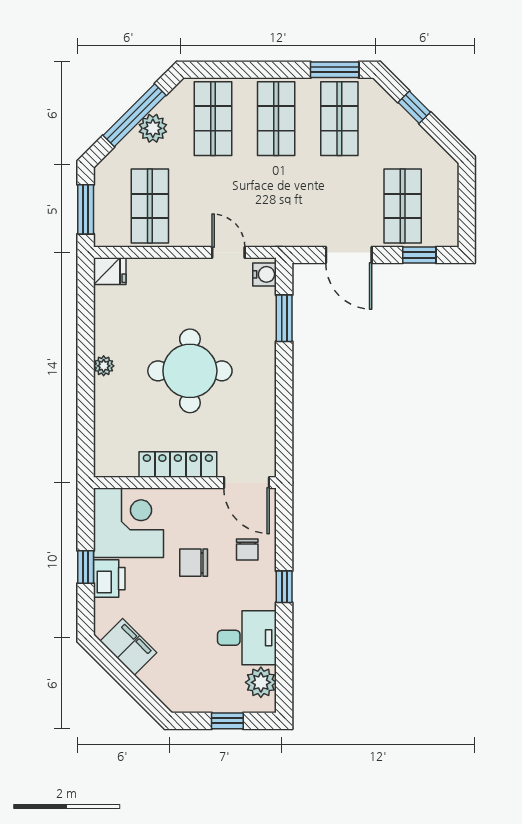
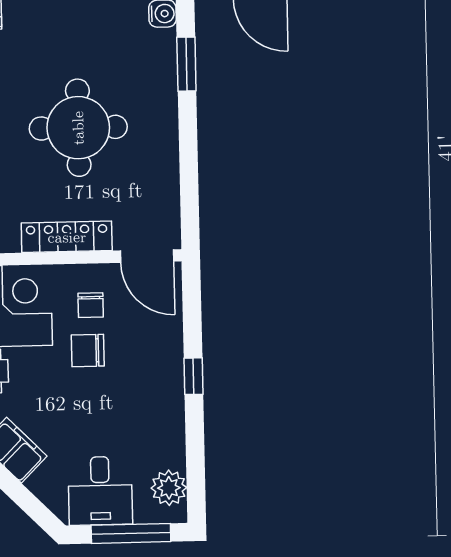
chair: (247, 549) -> (91, 305), moved
desk: (247, 638) -> (100, 491), moved, turned 90
window: (227, 721) -> (131, 533), width x2.17

